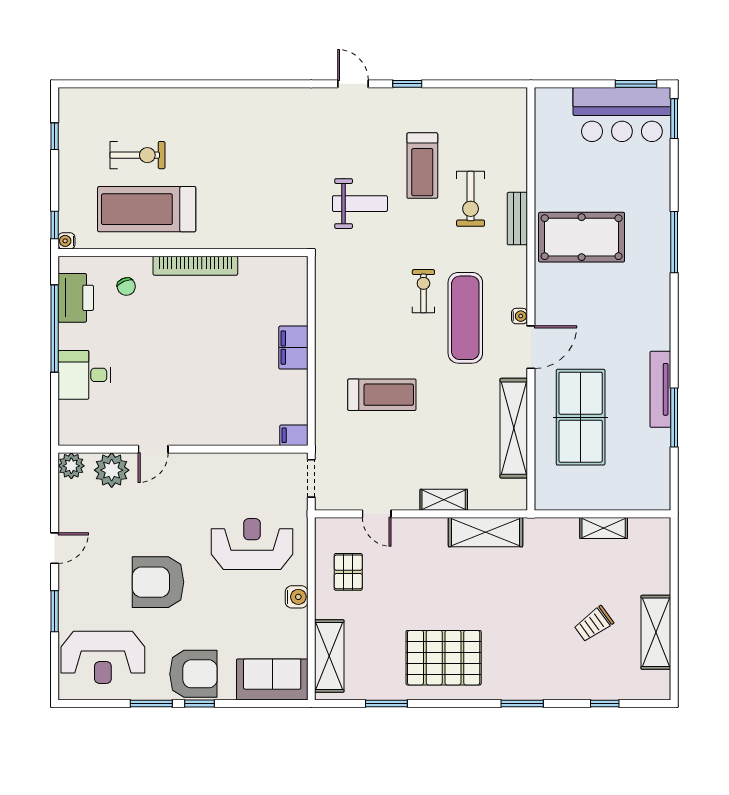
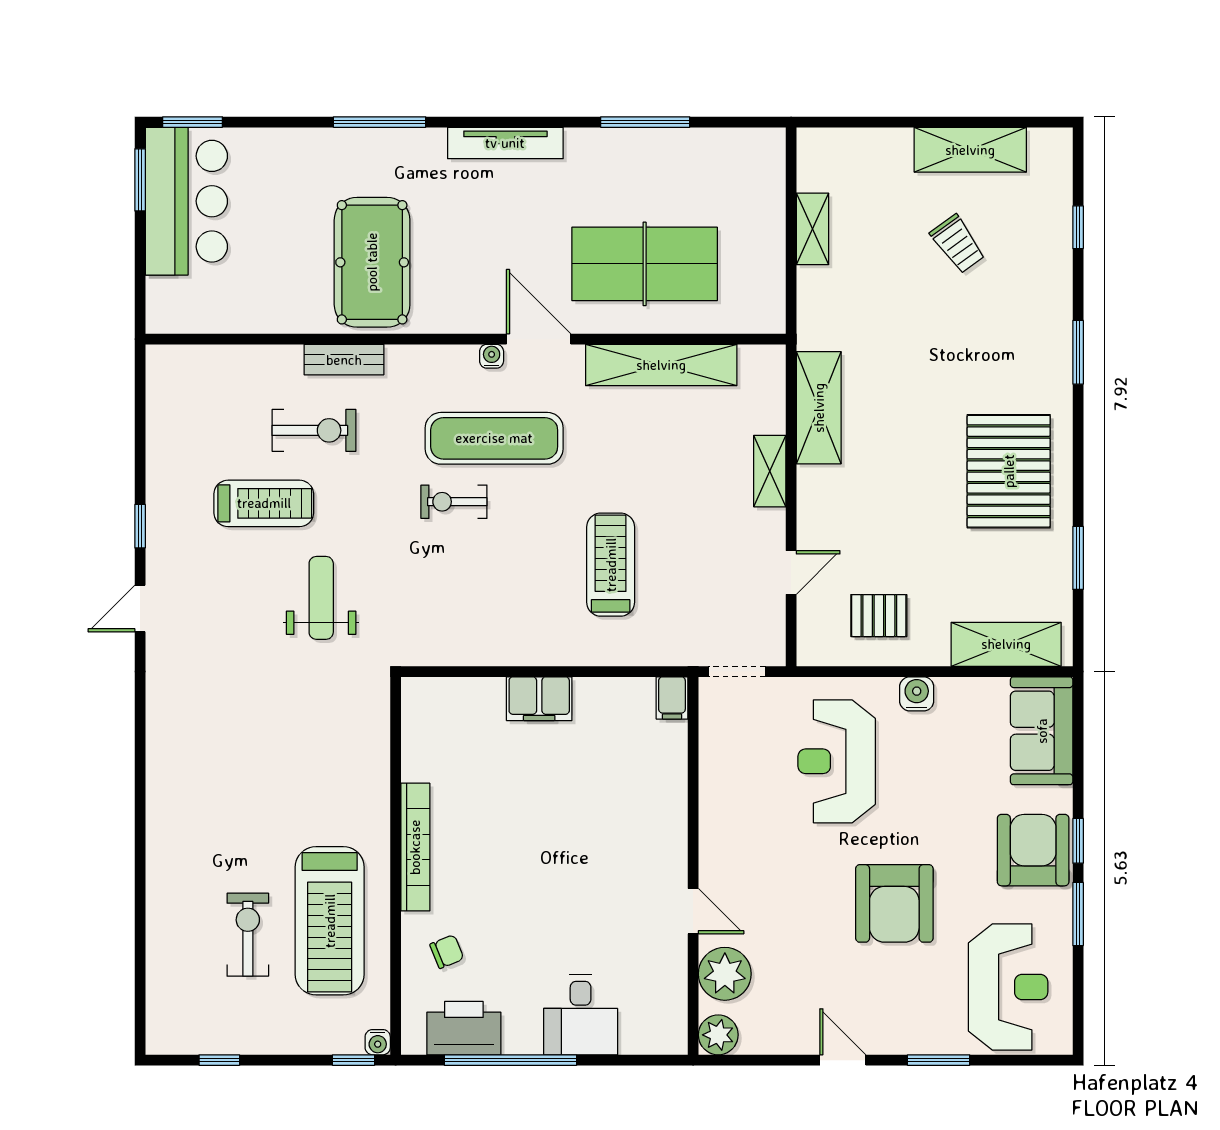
tv unit: (660, 389) -> (505, 143), moved

